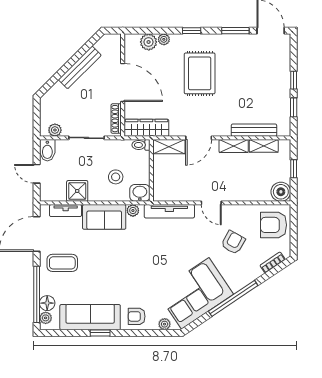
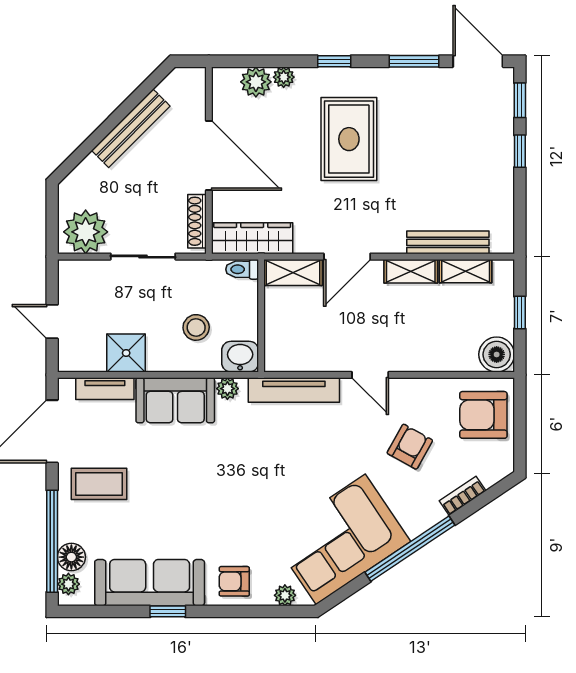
window: (294, 107) -> (520, 100), moved
plant: (55, 130) -> (86, 232), width x1.87, depth x1.87
bidet: (47, 150) -> (72, 279), removed
bookcase: (273, 262) -> (463, 496), moved

